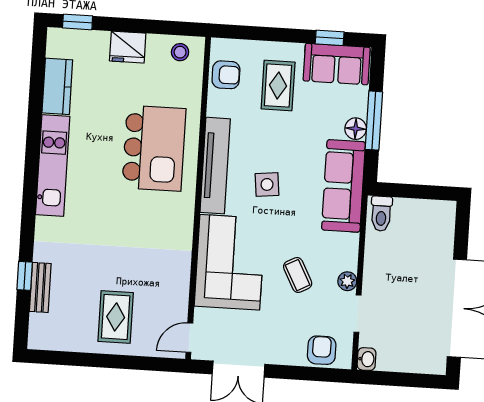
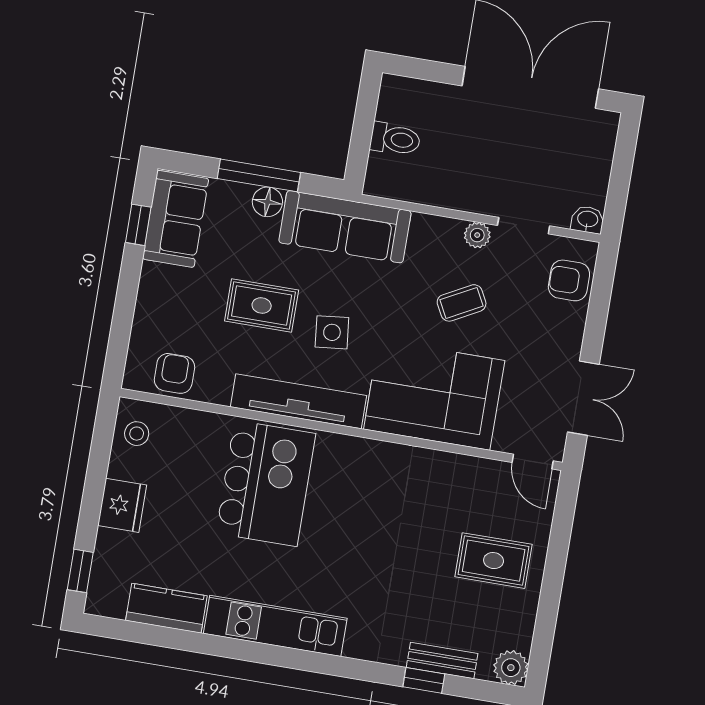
rug: (278, 86) -> (262, 305), moved
kitchen island: (154, 148) -> (266, 483), turned 90
toilet: (381, 214) -> (395, 139), moved
plant: (40, 337) -> (511, 668), added

